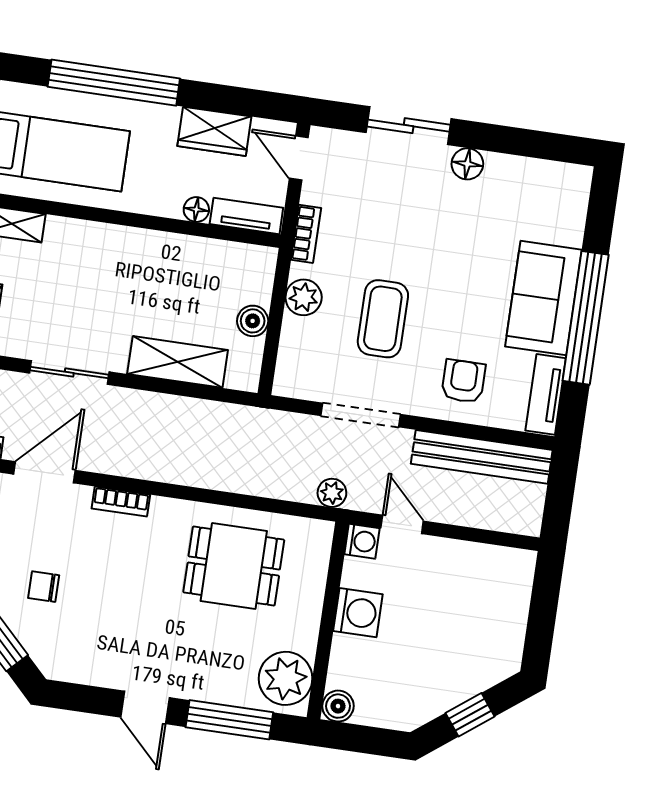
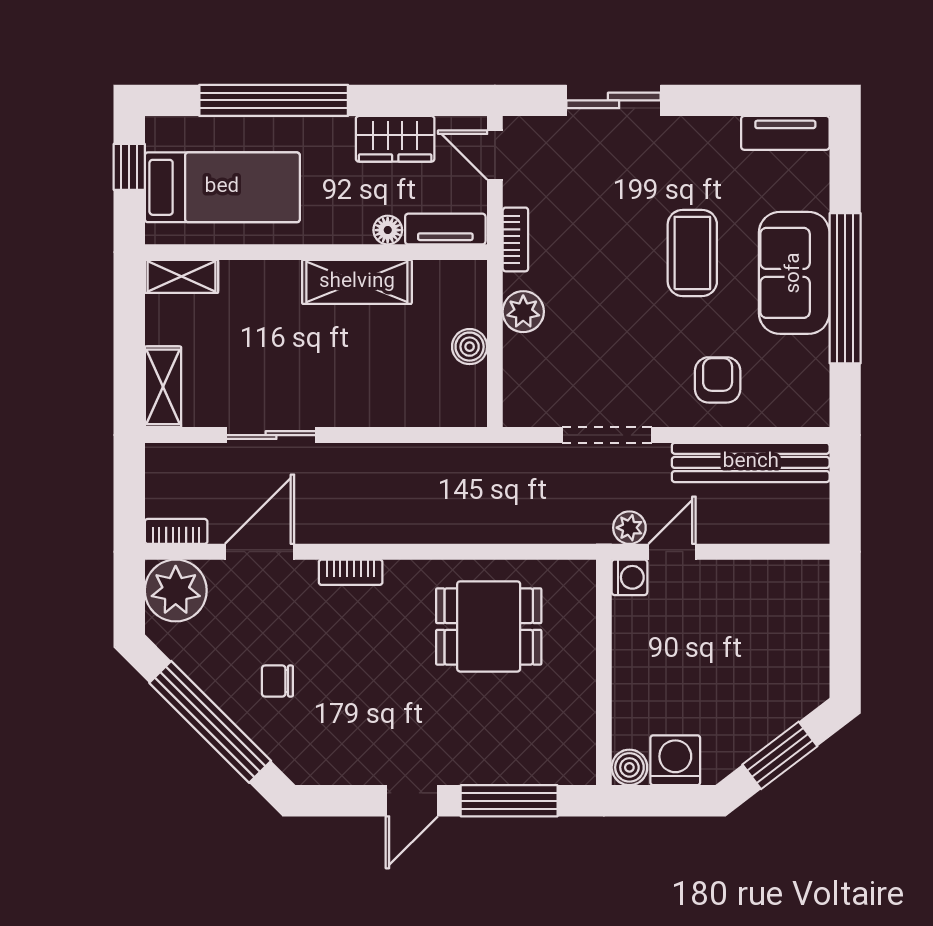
floor lamp: (467, 164) -> (686, 134), removed
coffee table: (383, 319) -> (692, 253), moved
shelving: (178, 362) -> (357, 282), moved
tv unit: (546, 394) -> (785, 133), moved, turned -90
plant: (332, 493) -> (629, 528), moved
door: (402, 524) -> (672, 552), hinge flipped
washing machine: (358, 613) -> (675, 760), moved, turned -90
plant: (286, 678) -> (566, 745), removed
door: (145, 707) -> (412, 801), hinge flipped
window: (470, 715) -> (780, 755), width x1.50

